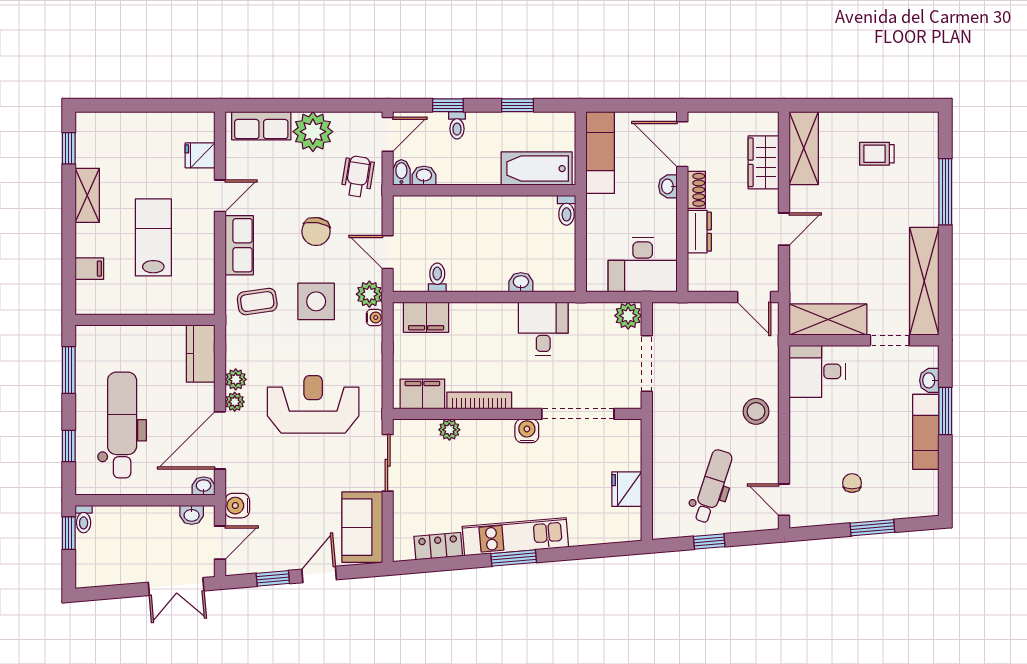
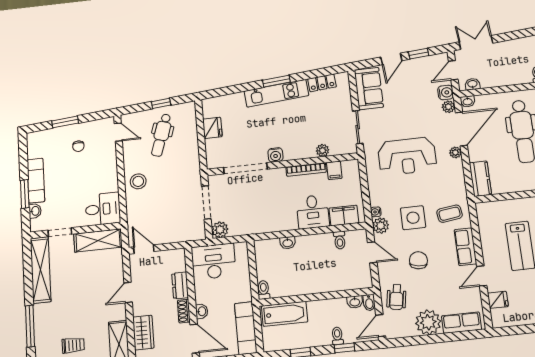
desk: (543, 329) -> (313, 212), moved
plant: (236, 379) -> (448, 107), moved
filing cabinet: (422, 394) -> (334, 170), width x0.50

